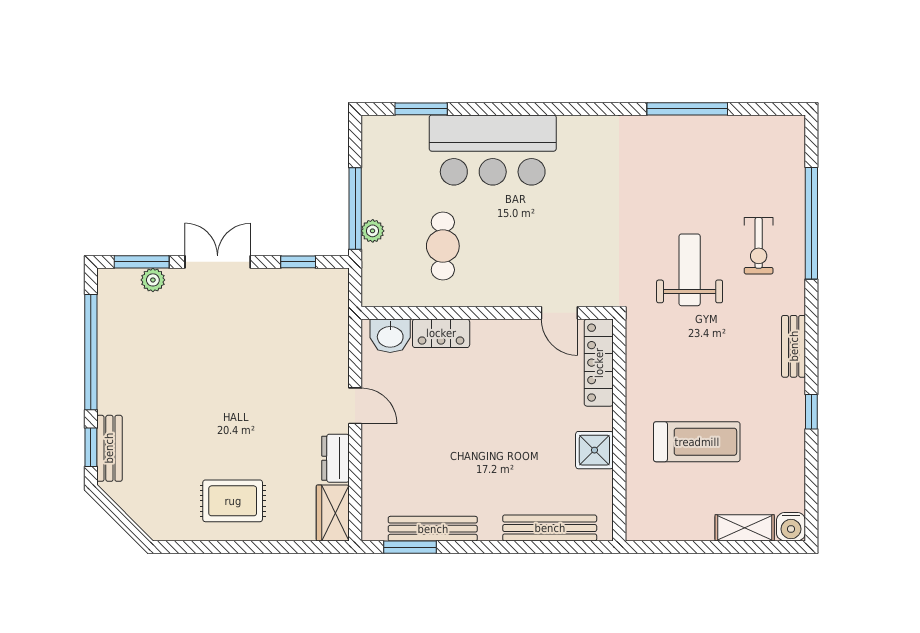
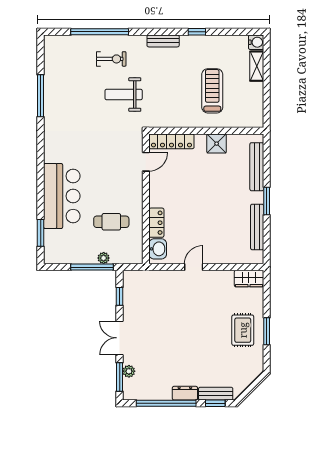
dresser: (335, 458) -> (185, 393), moved, turned 180
window: (230, 547) -> (267, 331), added
window: (410, 547) -> (267, 201), moved

